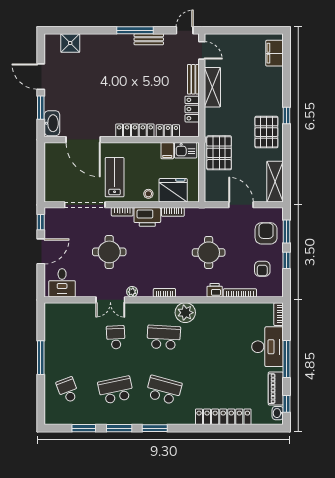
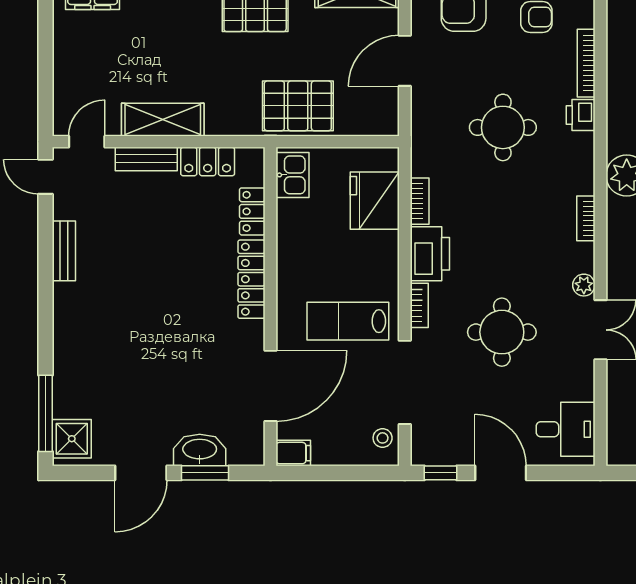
window: (135, 30) -> (45, 413), moved
shower: (70, 43) -> (72, 439), moved
washbasin: (52, 123) -> (200, 450), moved
filing cabinet: (167, 151) -> (293, 453), moved
stool: (148, 194) -> (383, 438), moved

